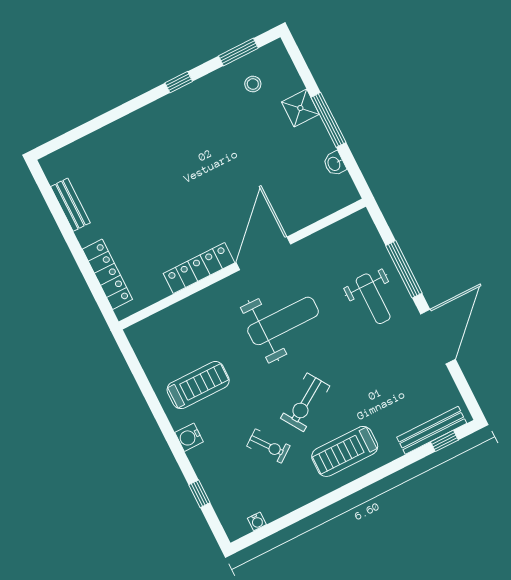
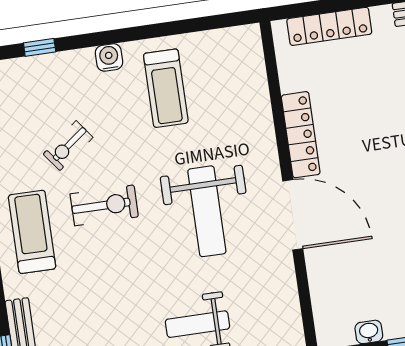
exercise bike: (305, 402) -> (104, 205), turned 123

